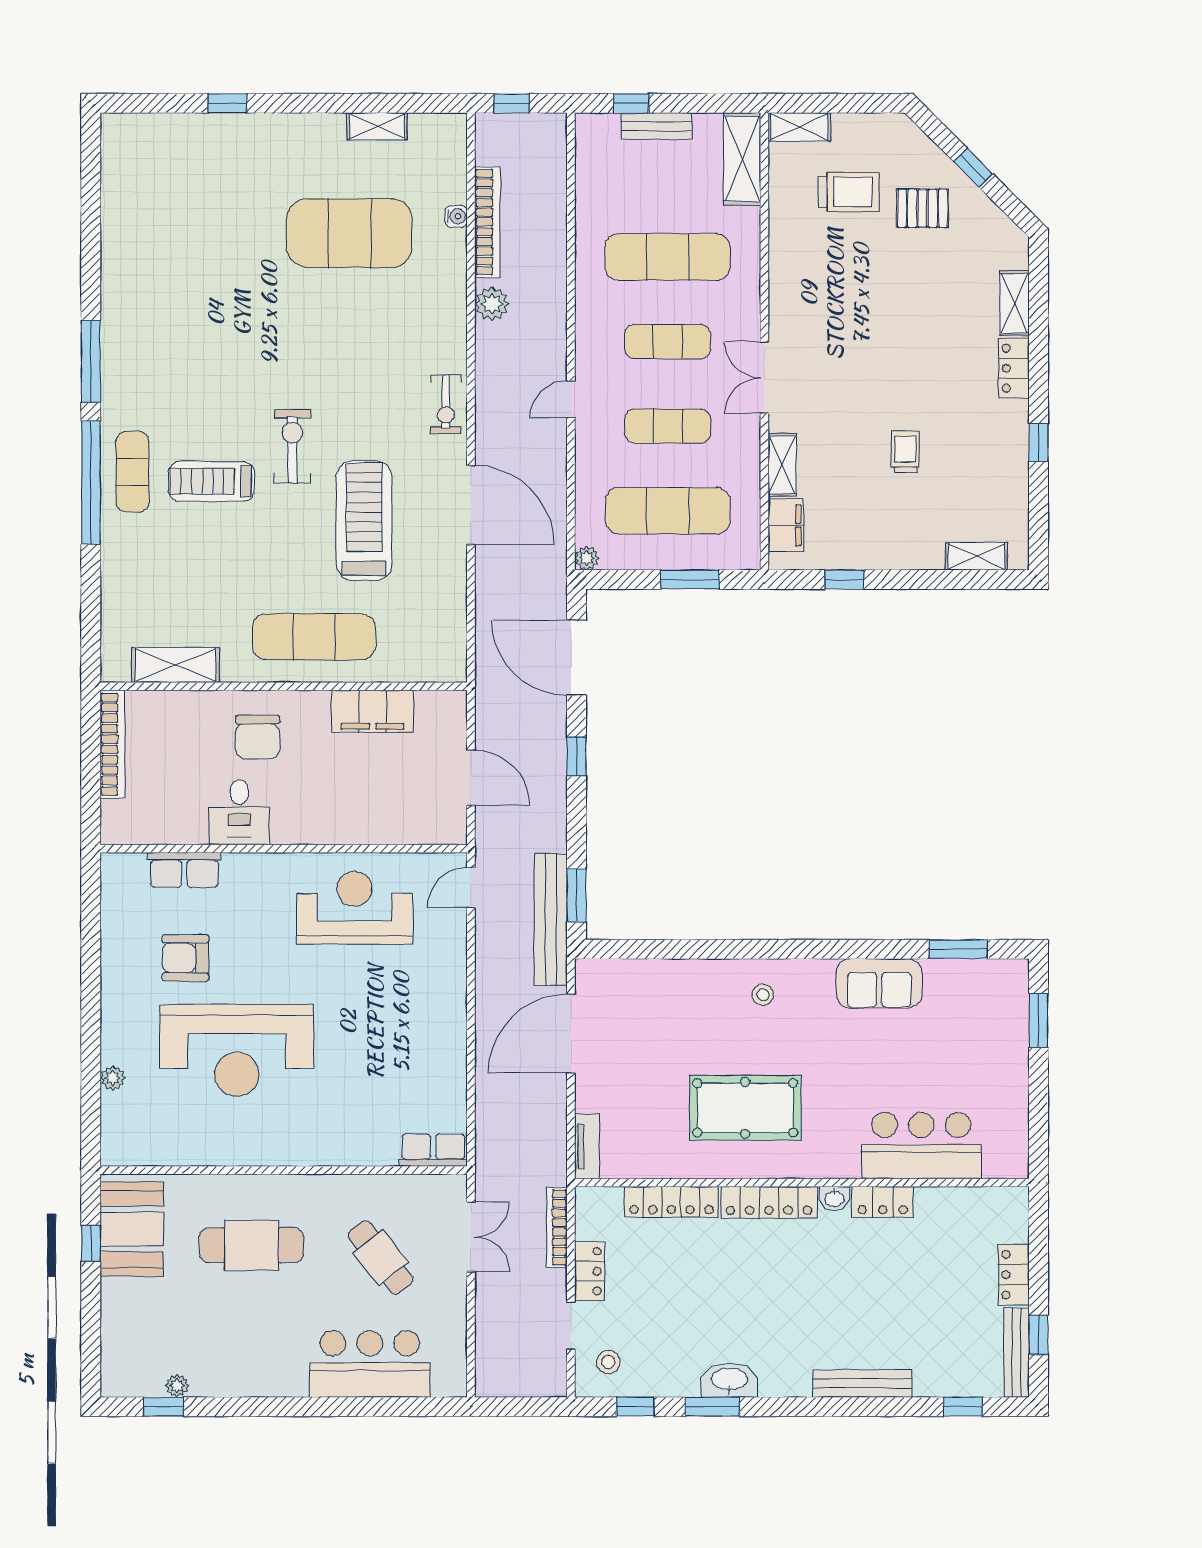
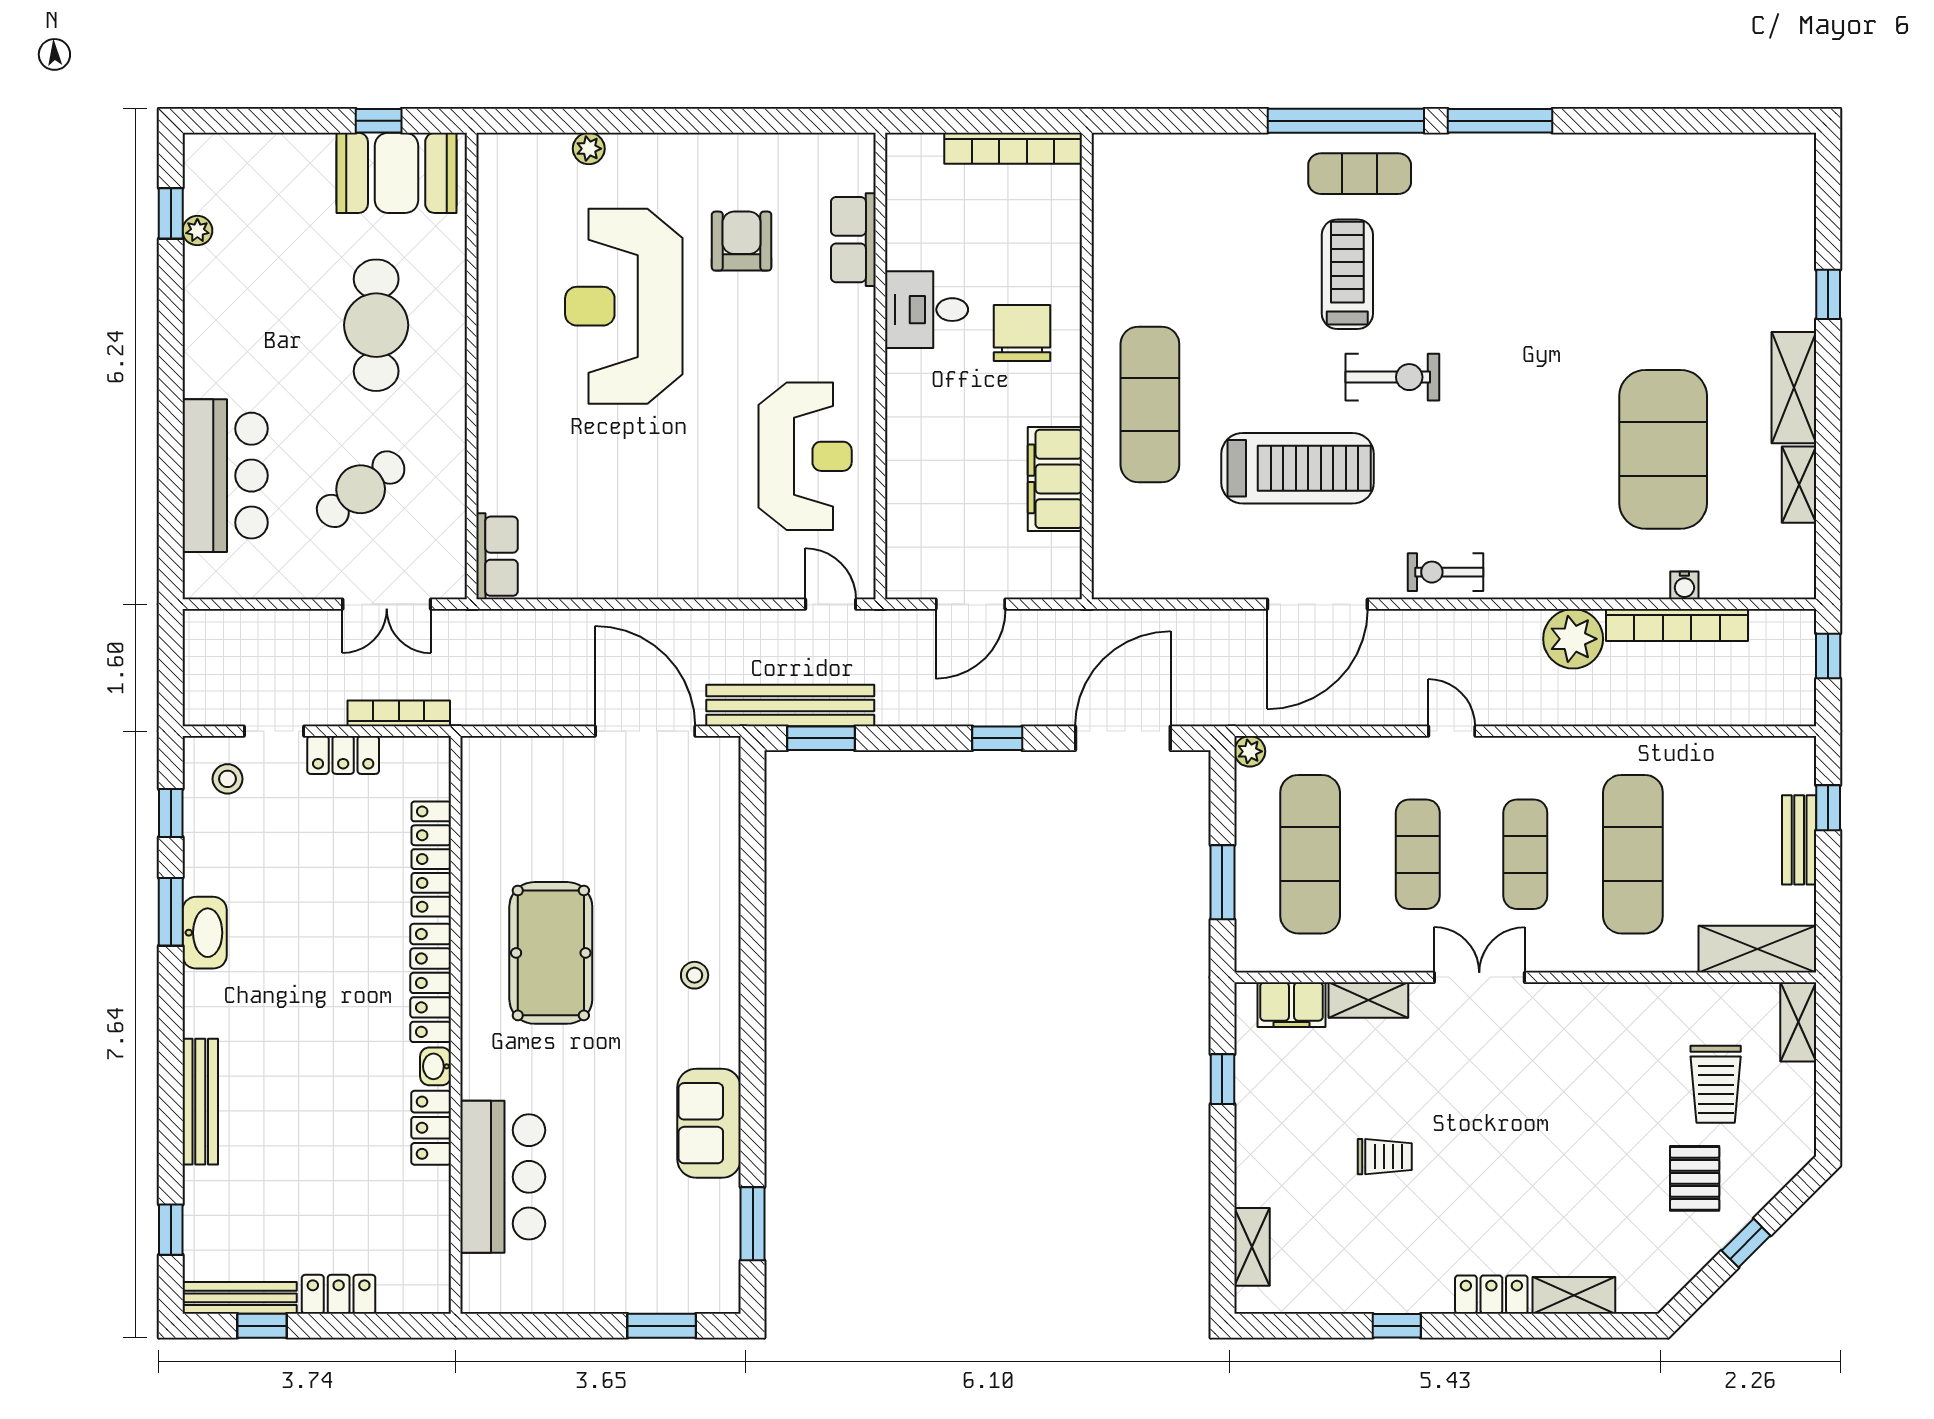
plant: (492, 304) -> (1573, 639), width x1.36, depth x1.36
shelving: (176, 665) -> (1794, 388), moved
chair: (258, 737) -> (1022, 333), turned 90
tv unit: (587, 1146) -> (502, 752), removed

